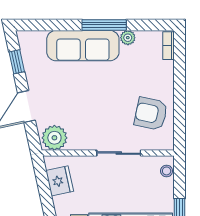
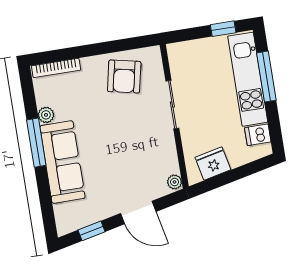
bookcase: (169, 46) -> (56, 68), width x1.56
plant: (54, 138) -> (175, 182), width x0.53, depth x0.53
stool: (167, 171) -> (183, 50), removed

